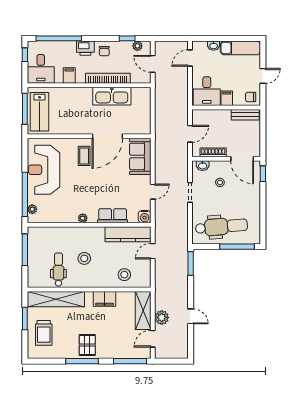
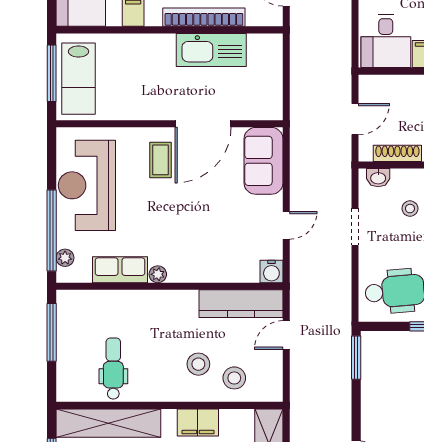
row of seats: (113, 216) -> (120, 270), moved
stool: (84, 258) -> (198, 364), moved

